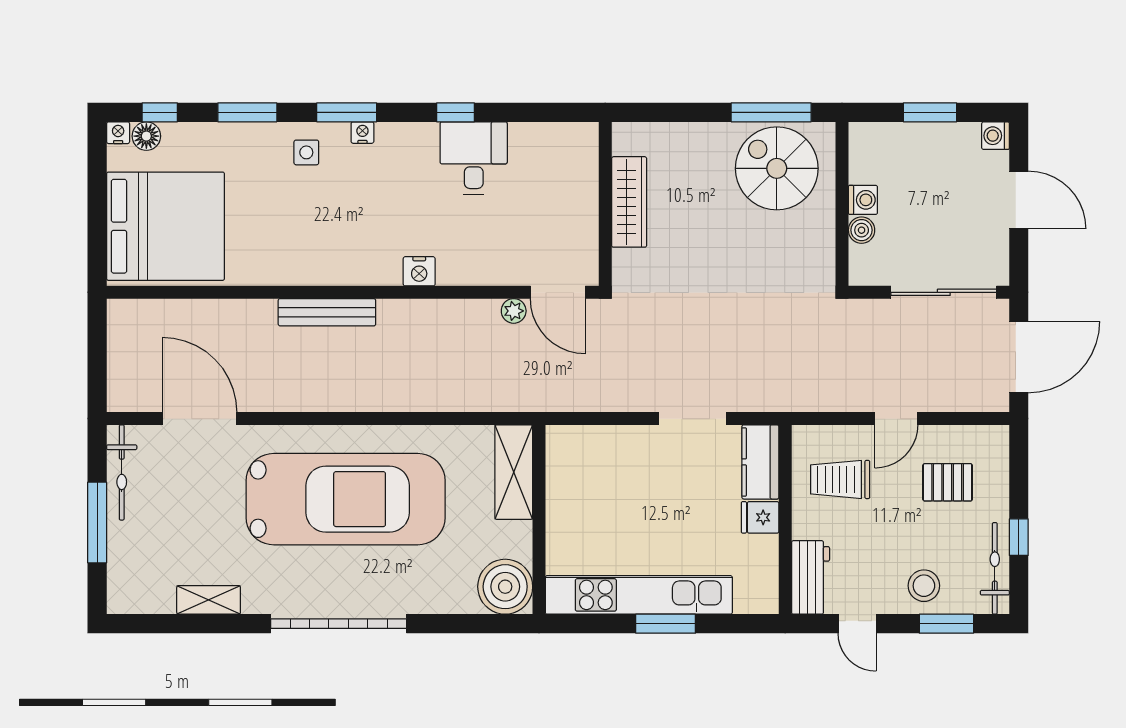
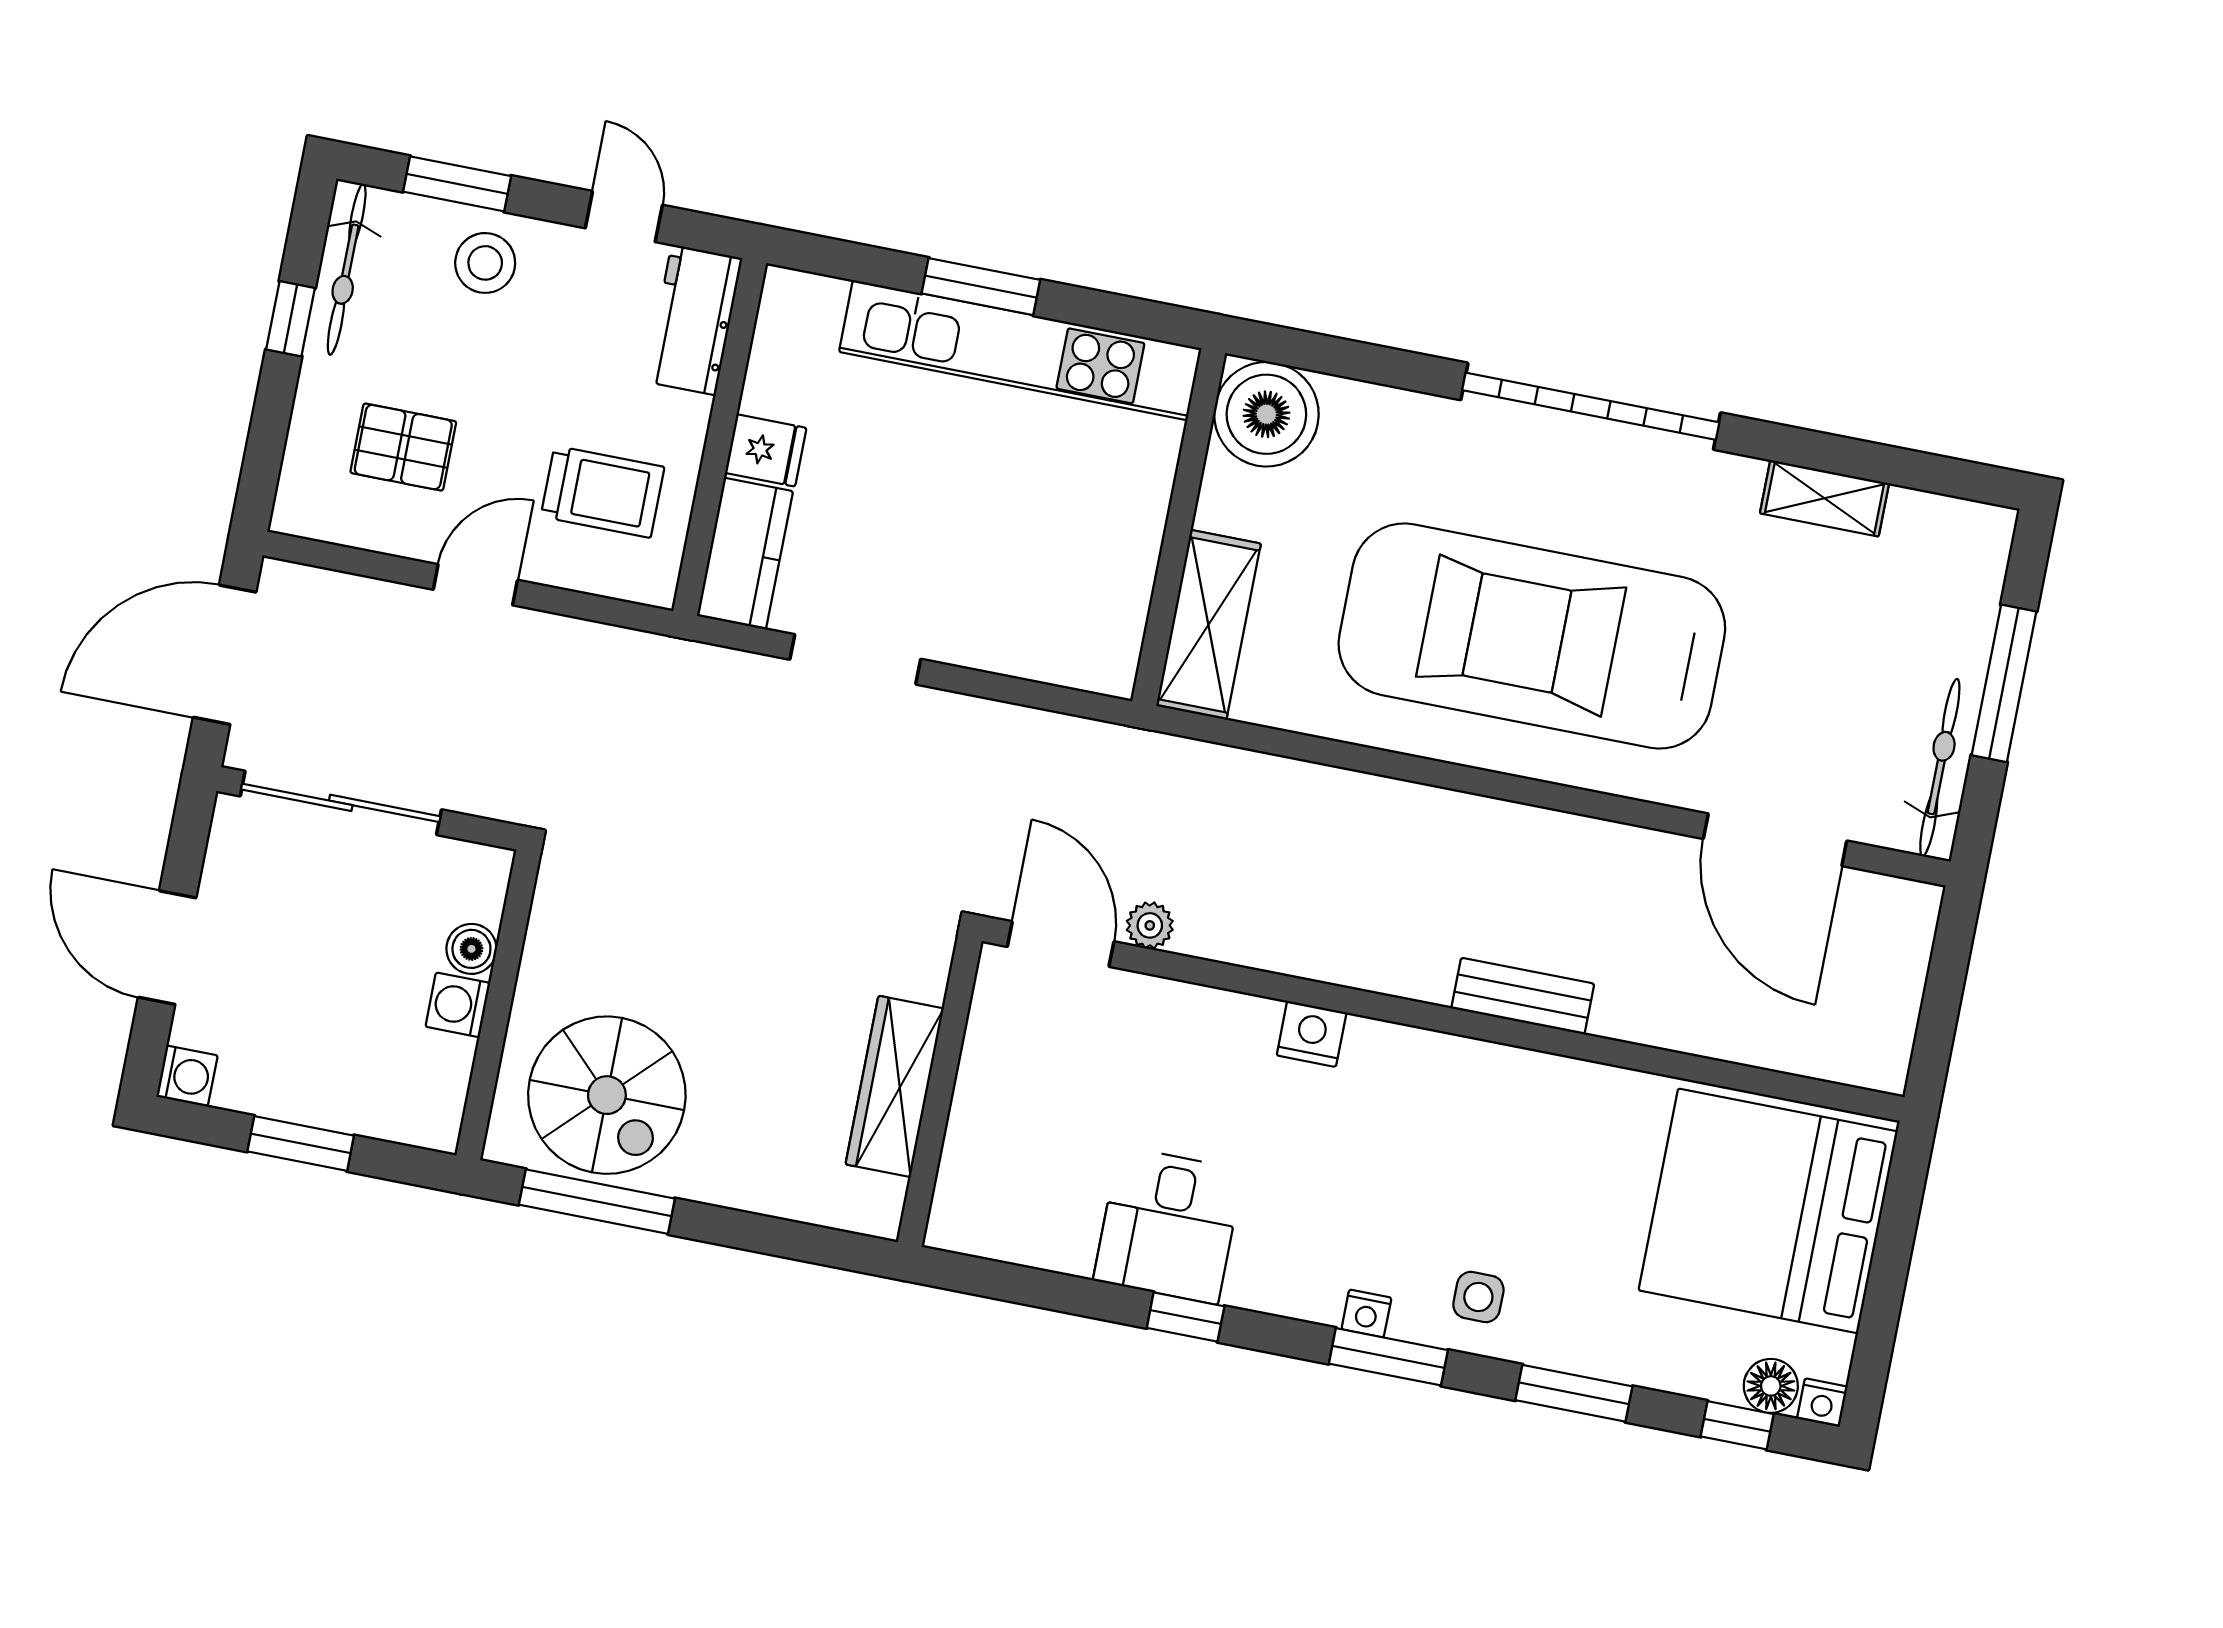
bench: (327, 312) -> (1523, 996), width x0.73

